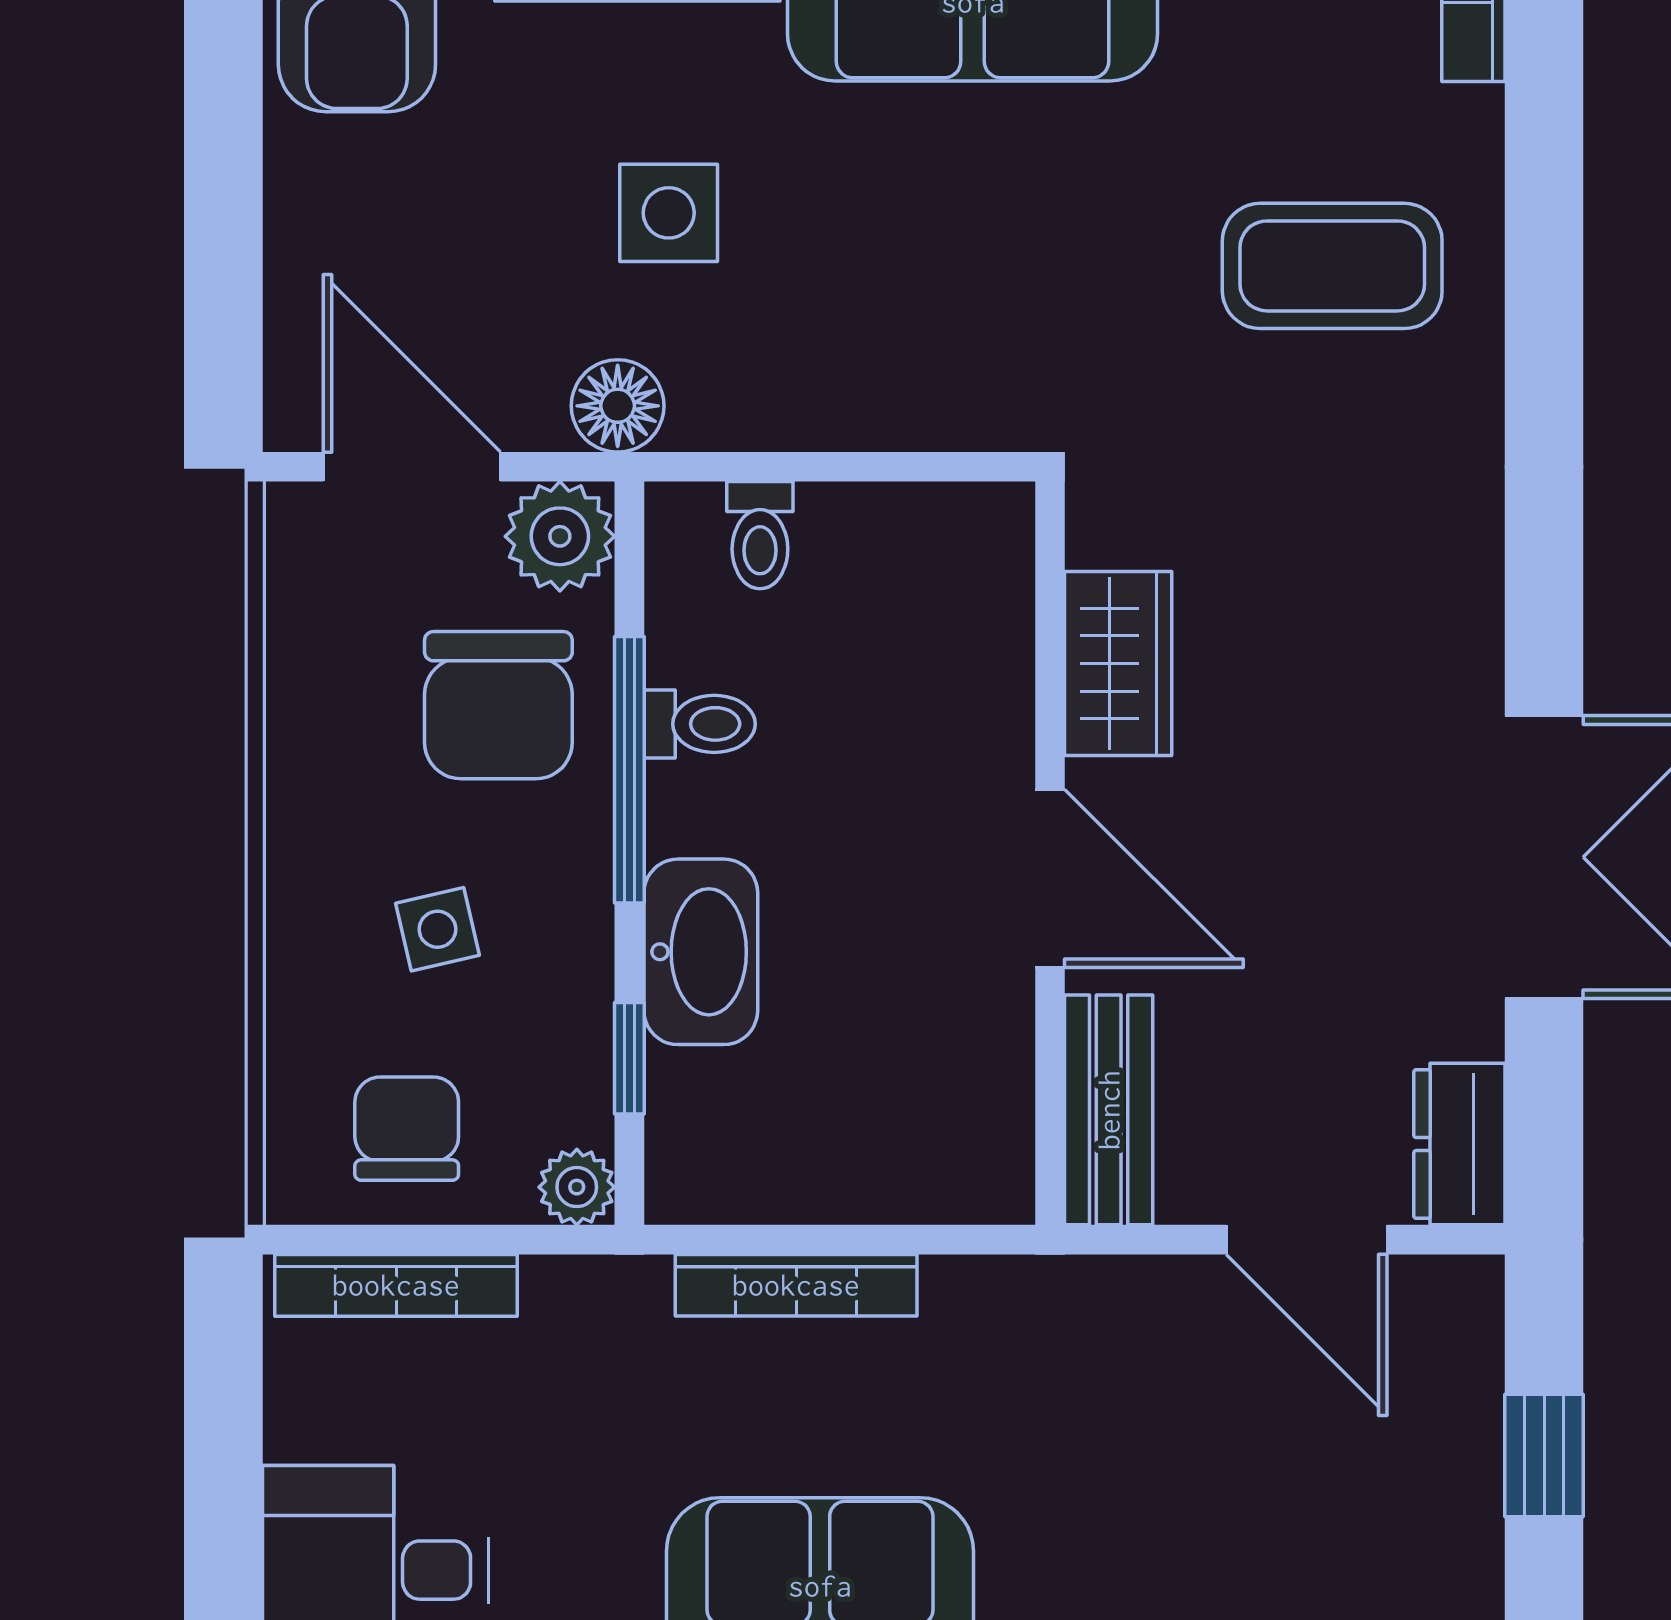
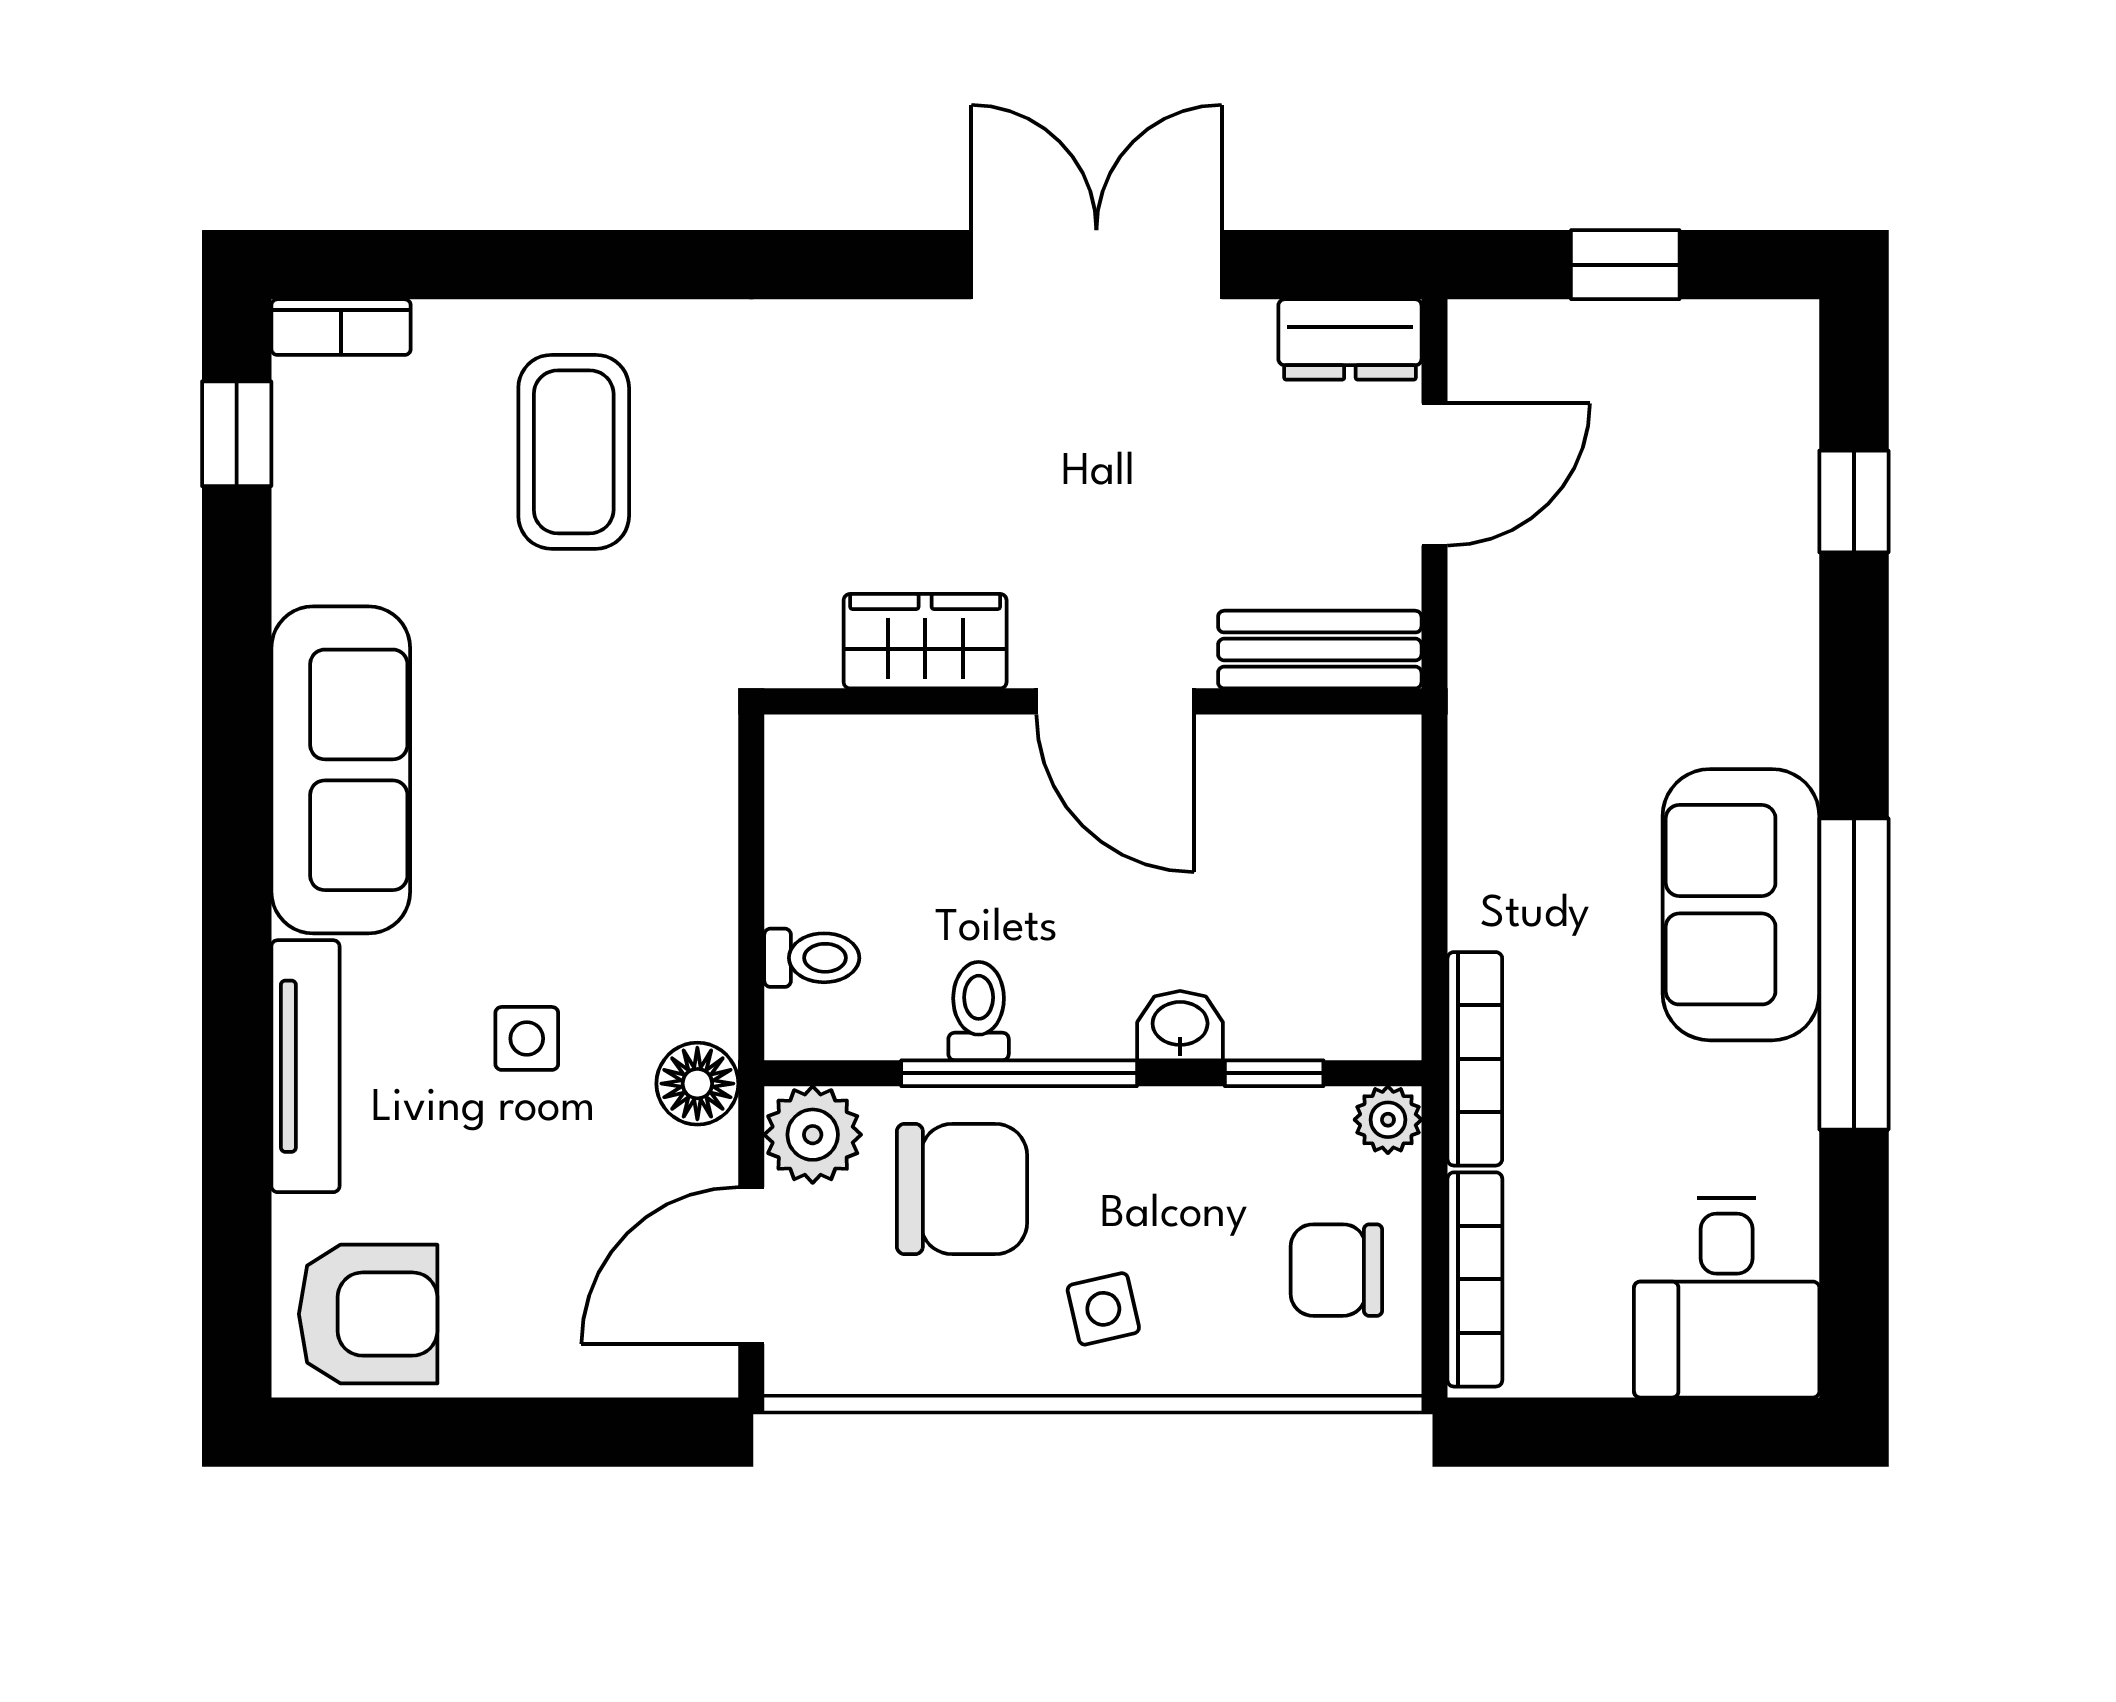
side table: (669, 213) -> (527, 1038), width x0.73, depth x0.73
door: (1050, 878) -> (1115, 701), swing flipped
side table: (437, 929) -> (1103, 1309), moved
washbasin: (701, 952) -> (1180, 1026), width x0.52, depth x0.69
bookcase: (796, 1285) -> (1475, 1059), moved

